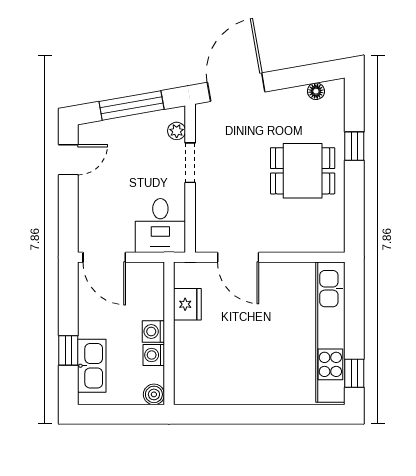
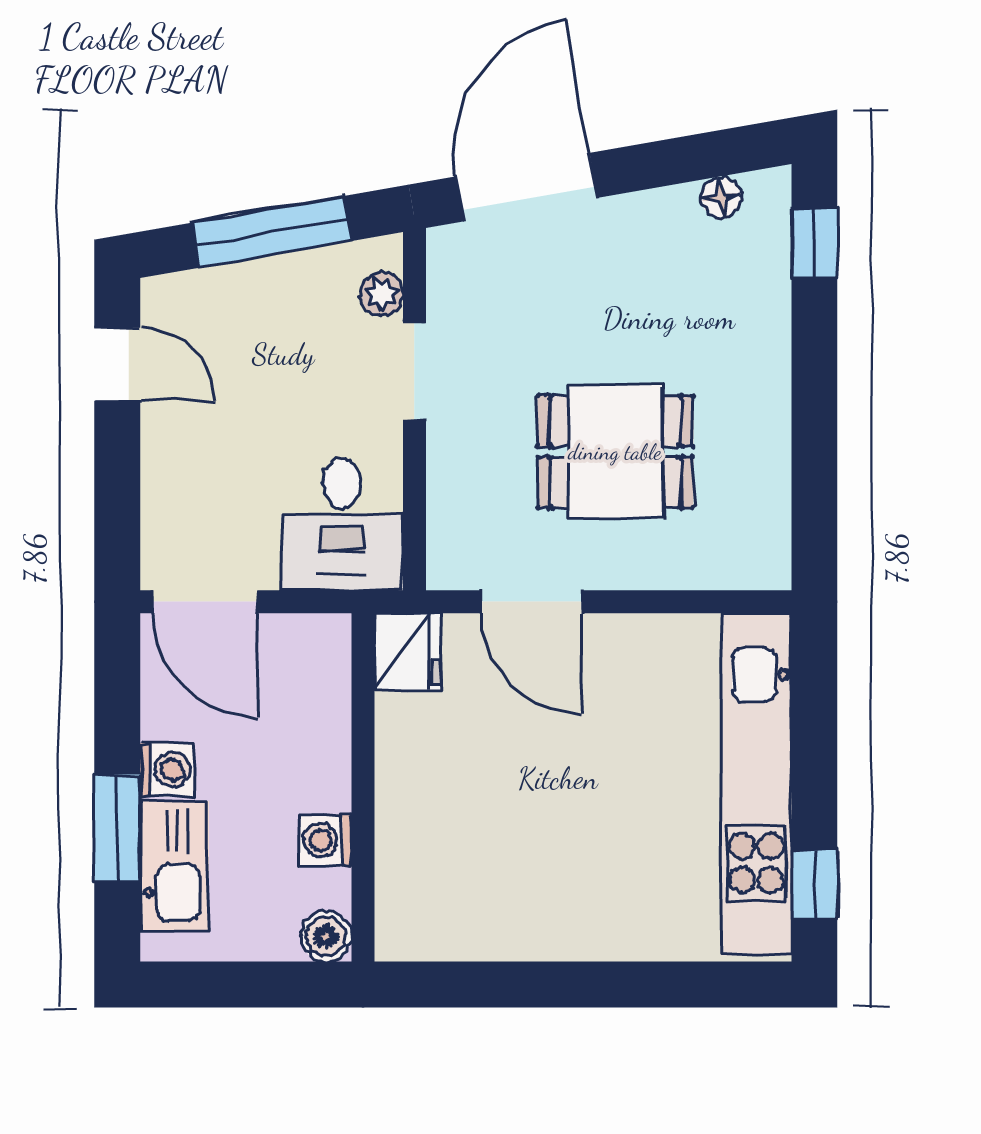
window: (354, 146) -> (814, 244), moved
door: (68, 160) -> (117, 364), hinge flipped
dining table: (303, 171) -> (615, 452), moved
fridge: (187, 304) -> (408, 652), moved
washing machine: (153, 331) -> (167, 770), moved, turned 180
window: (68, 350) -> (117, 829), width x1.50

